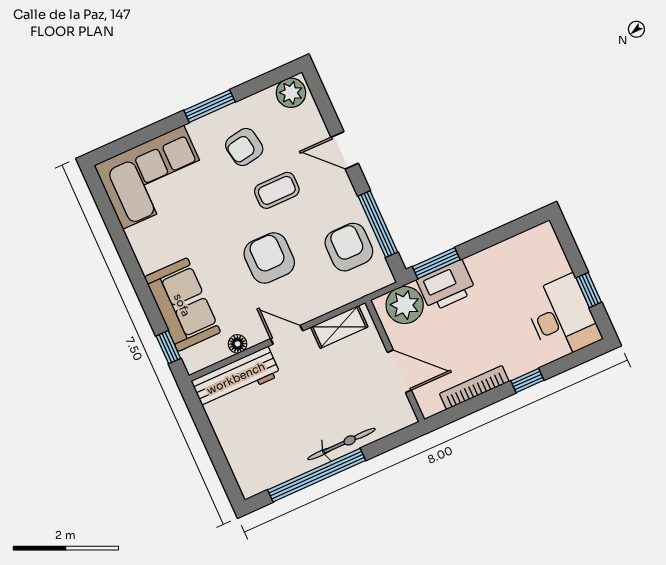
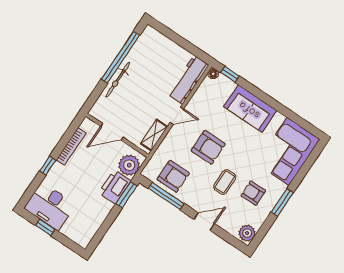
armchair: (244, 147) -> (253, 193), turned -81
sofa: (182, 305) -> (250, 109), moved
floor lamp: (238, 344) -> (213, 74), moved

